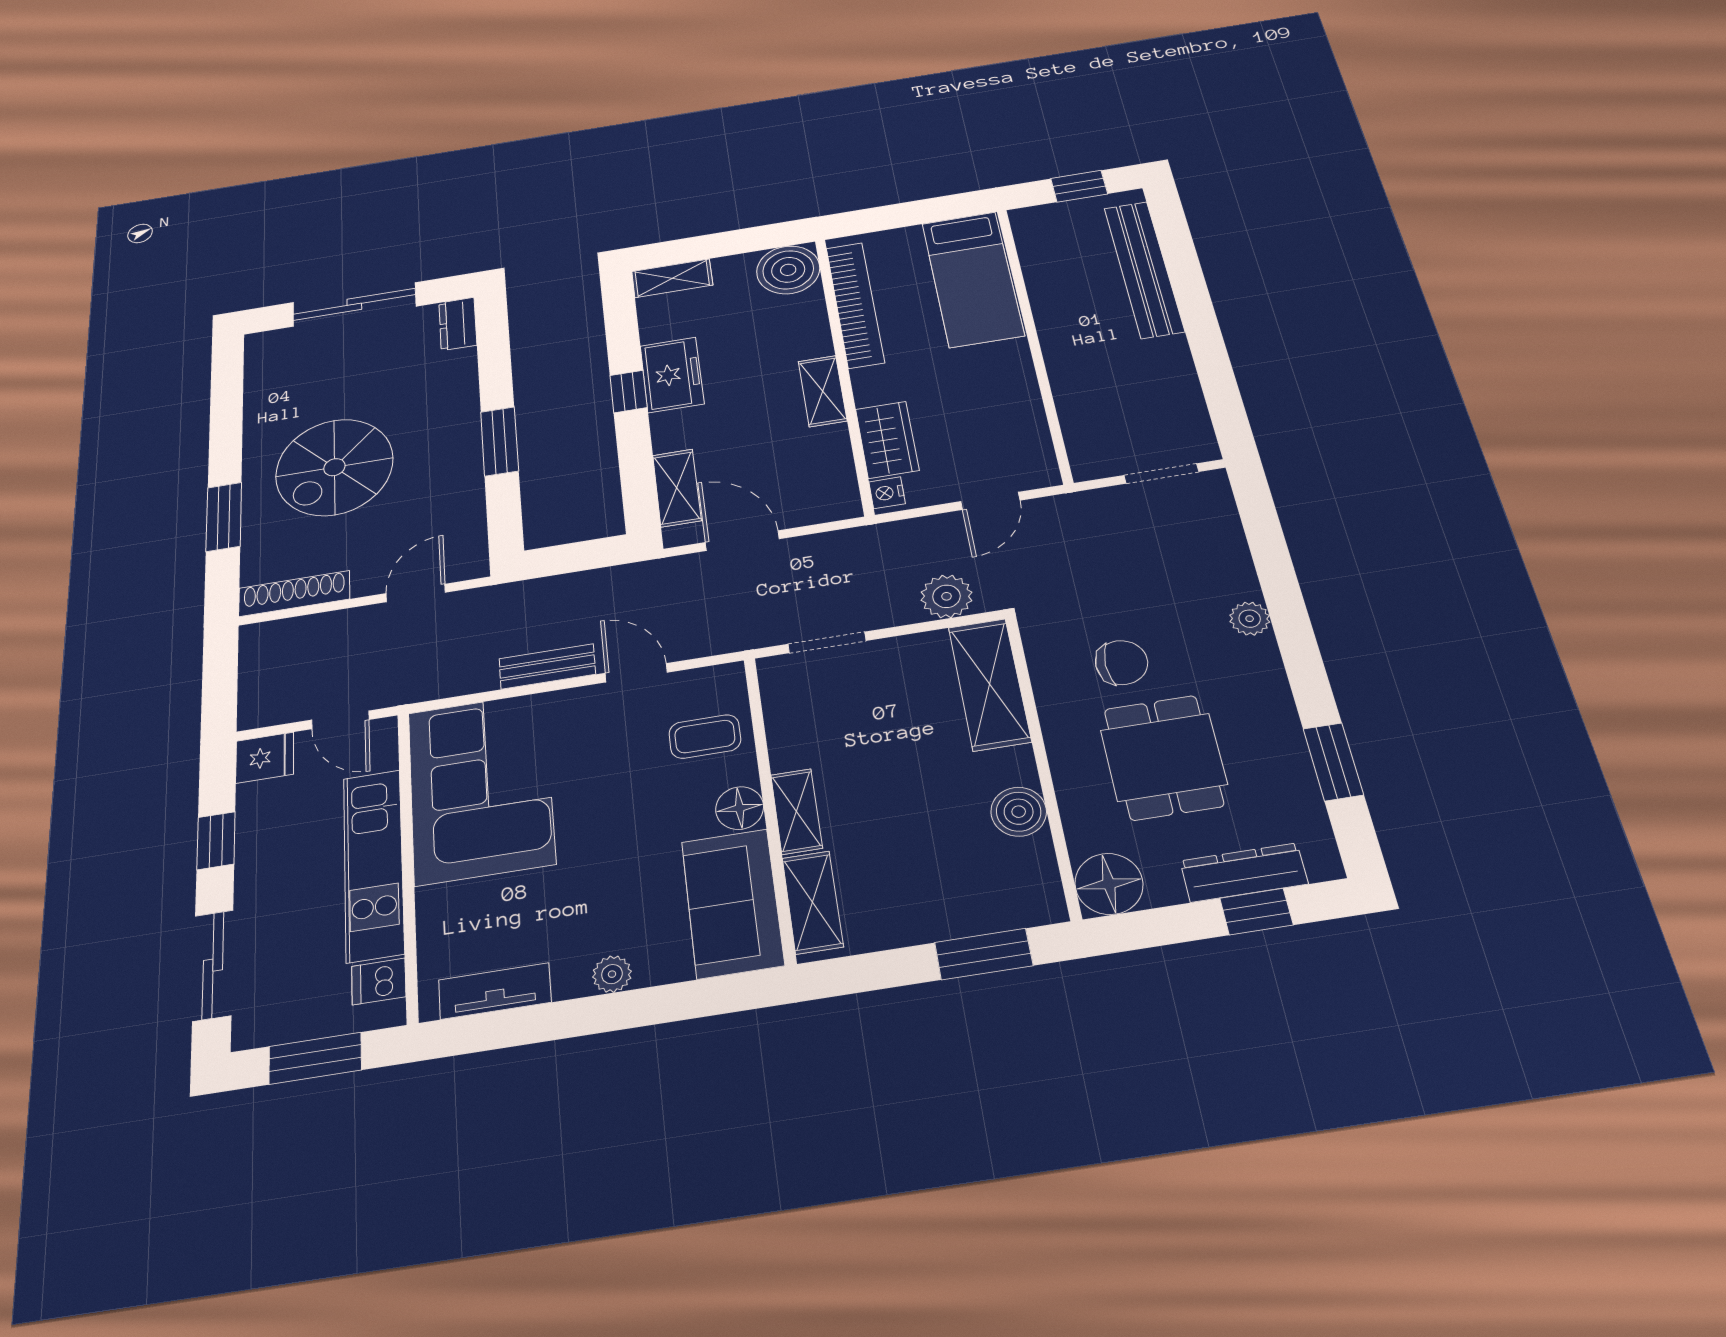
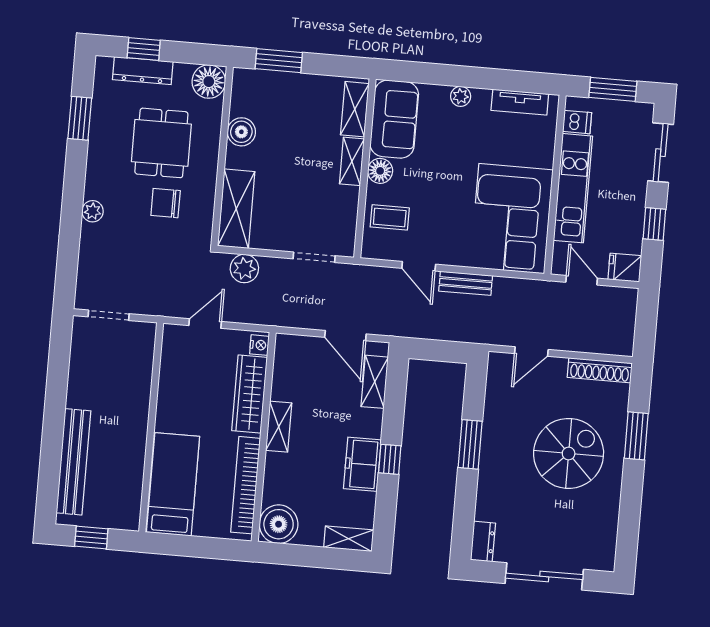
wardrobe: (887, 440) -> (250, 394), width x1.50

